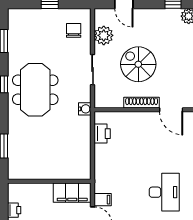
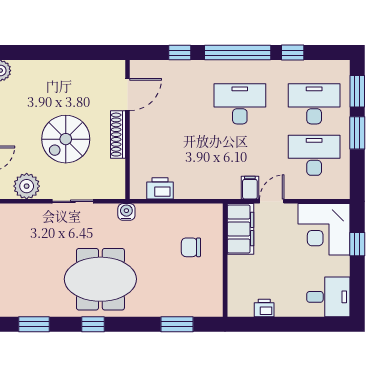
chair: (74, 30) -> (191, 247), moved

